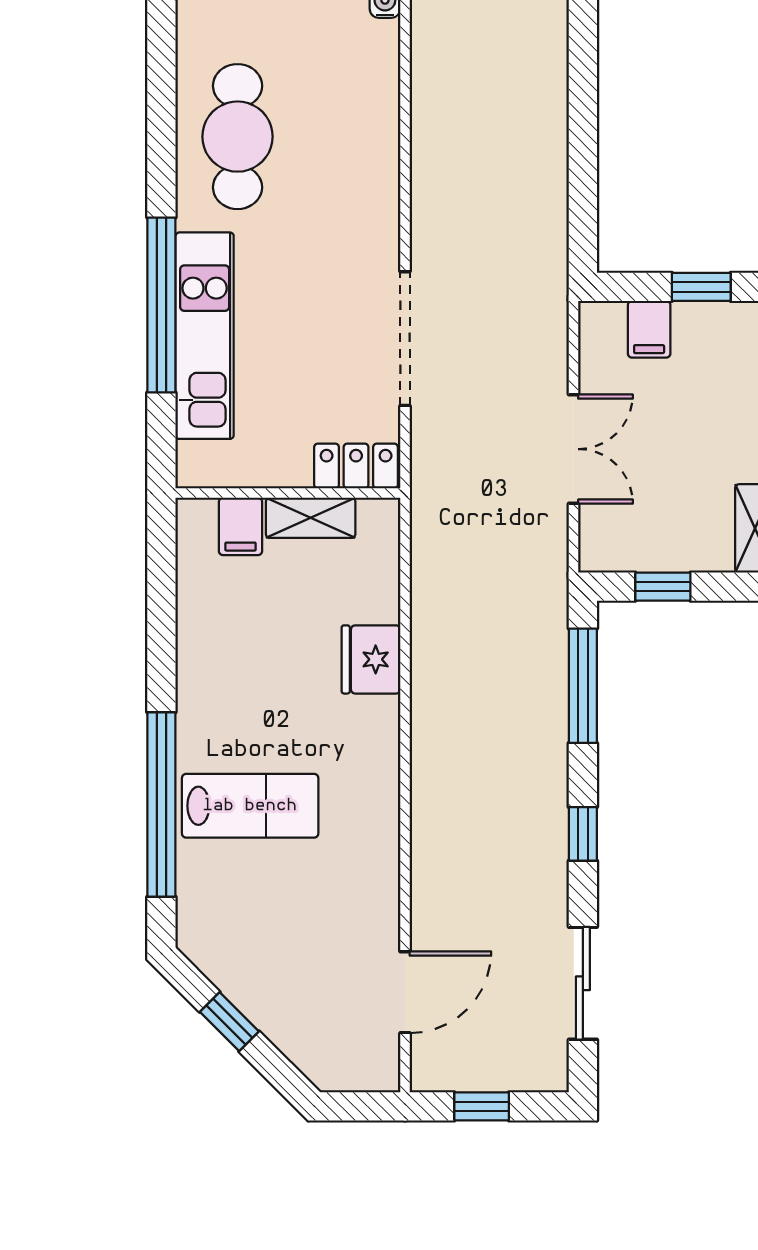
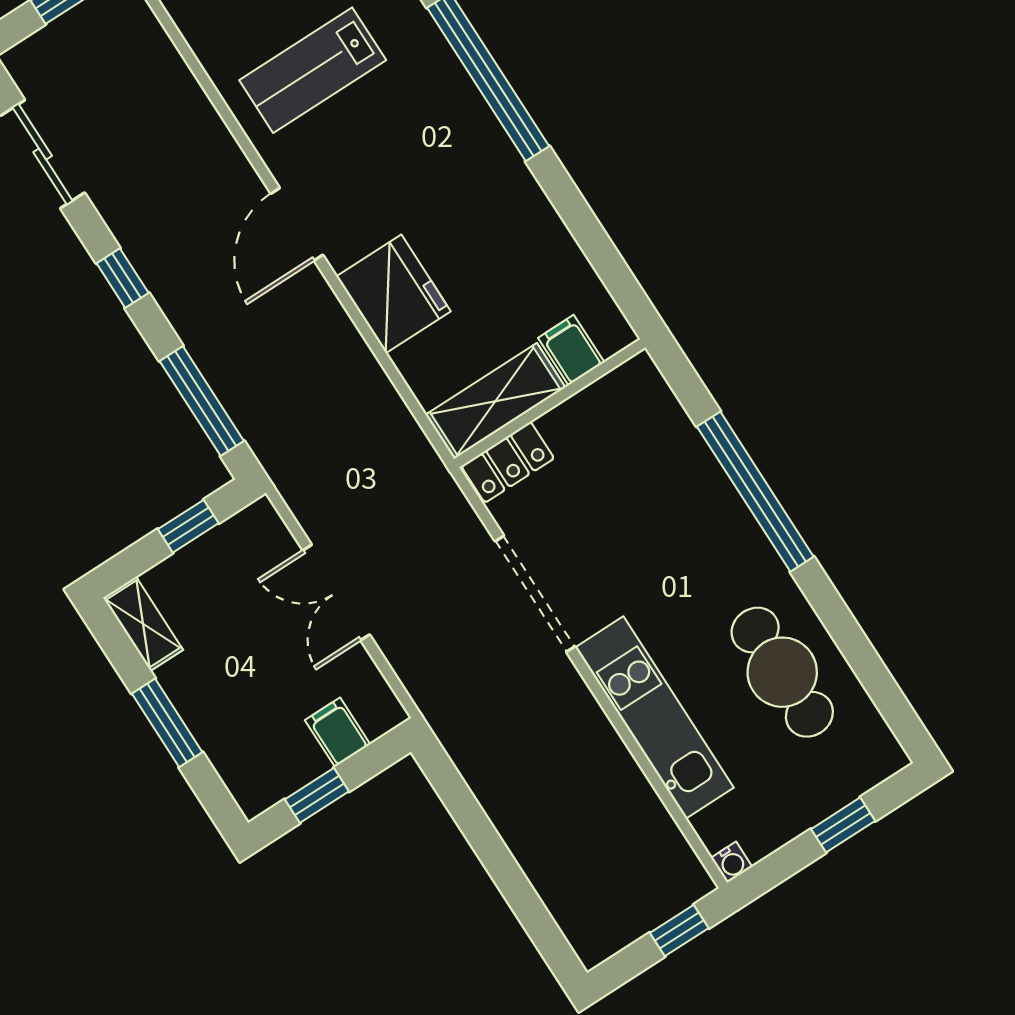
kitchen unit: (205, 336) -> (655, 718), moved, turned 180
shelving: (311, 518) -> (495, 401), width x1.50, depth x1.33
fridge: (371, 659) -> (393, 294), width x1.36, depth x1.34
lab bench: (250, 806) -> (313, 70), moved
door: (405, 992) -> (297, 224), moved

